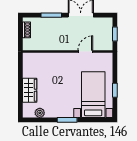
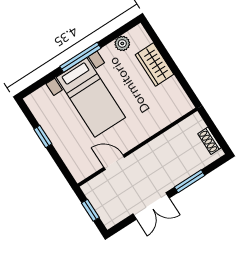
door: (85, 52) -> (114, 162), swing flipped
bed with nightstands: (93, 95) -> (91, 97), moved
window: (67, 120) -> (80, 57), width x1.44

